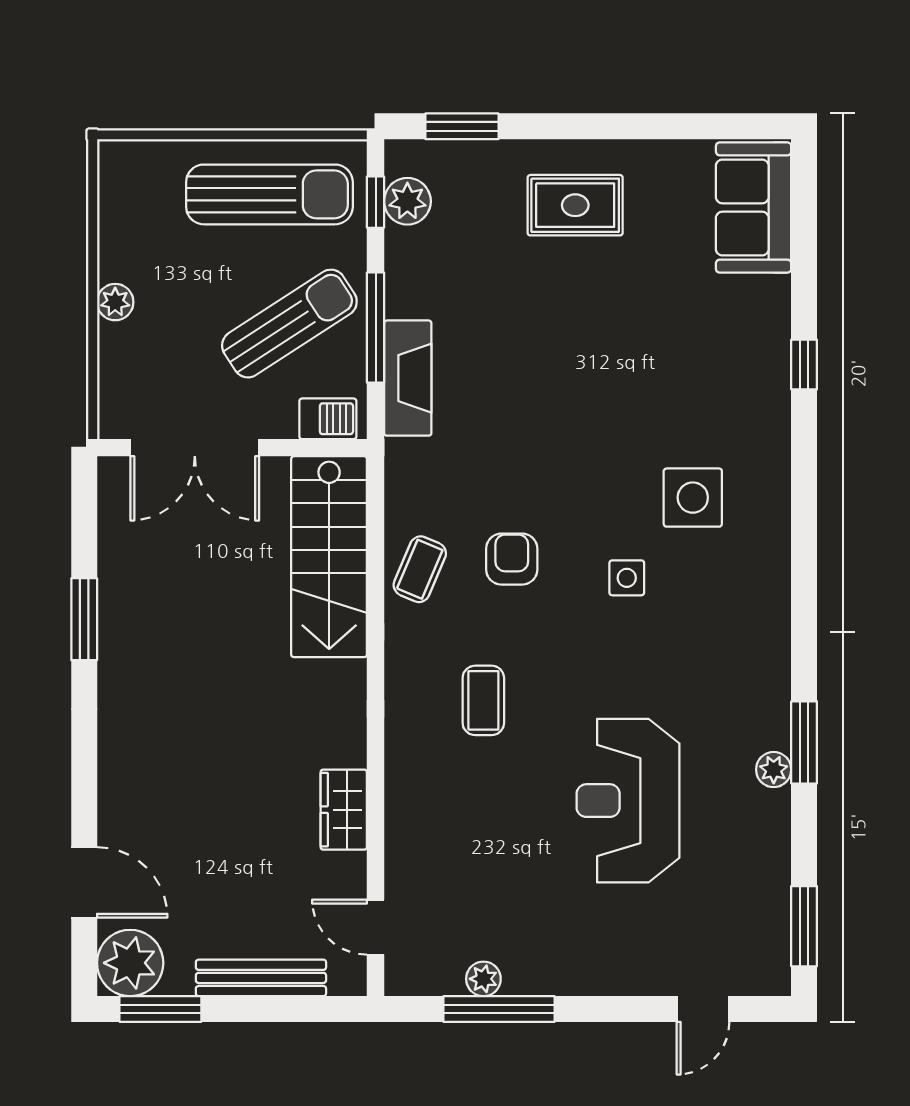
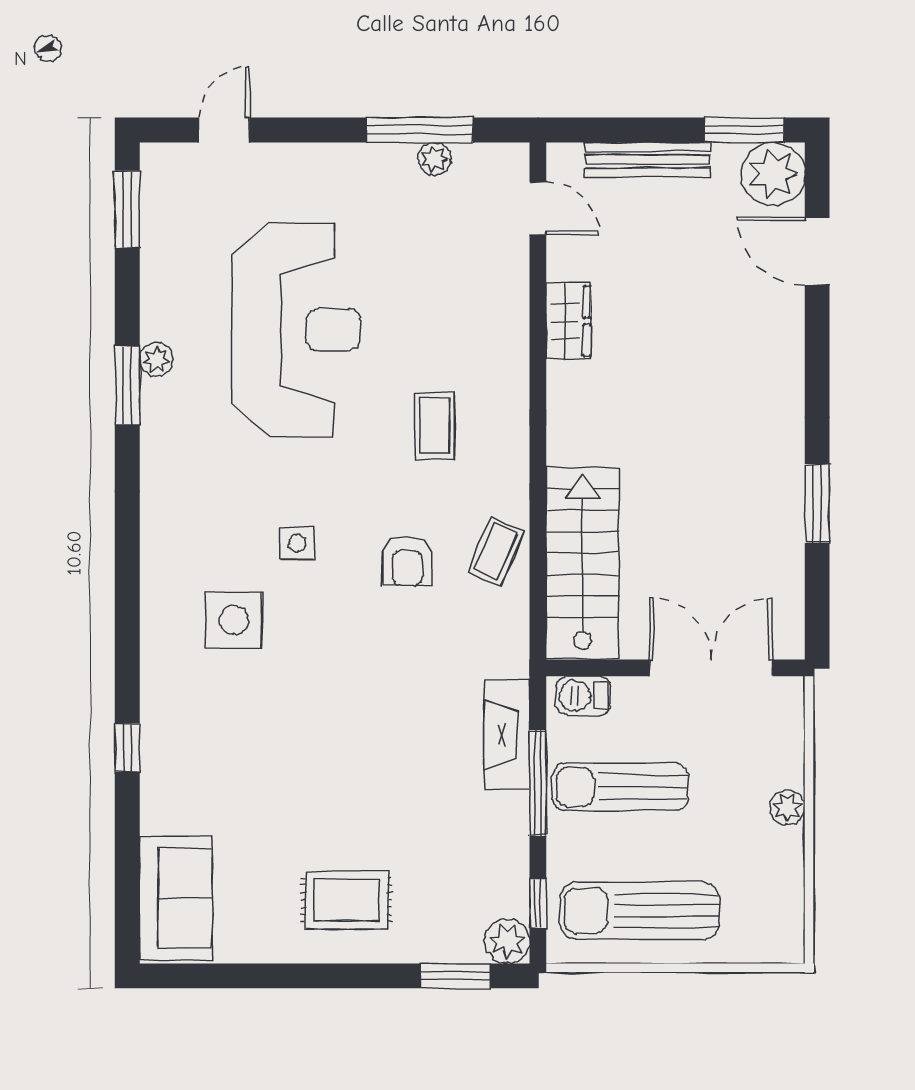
plant: (407, 201) -> (507, 941), moved
sun lounger: (289, 324) -> (620, 787), turned 33
reception desk: (628, 801) -> (296, 330), width x1.36, depth x1.30

